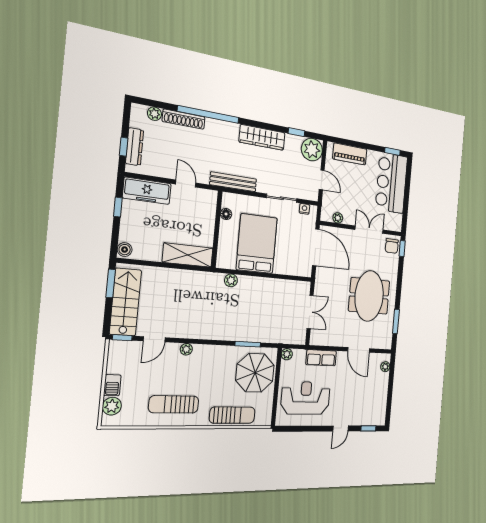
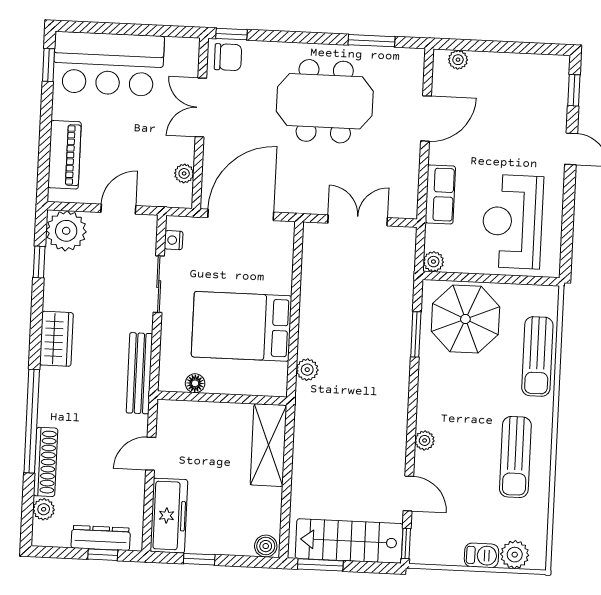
wardrobe: (262, 137) -> (56, 339), width x0.67
sun lounger: (232, 415) -> (537, 356), turned 180

